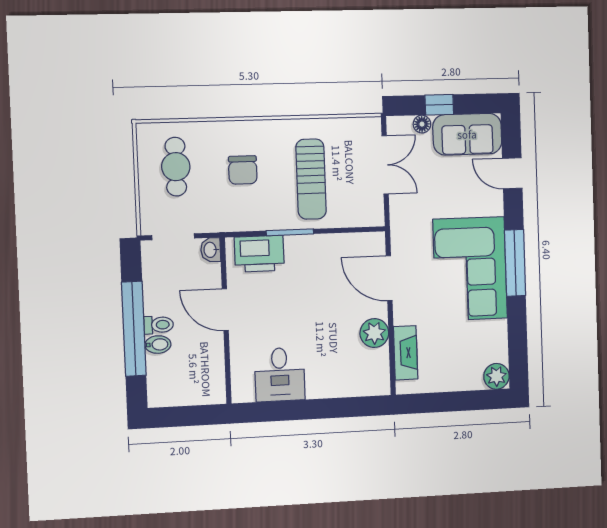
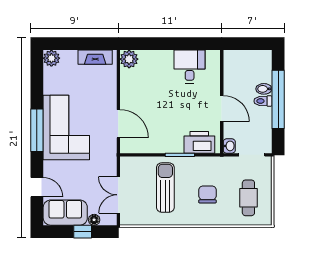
plant: (374, 333) -> (129, 59), moved
fireplace: (406, 353) -> (95, 57), moved, turned -90

